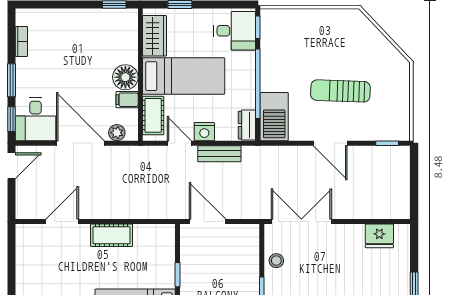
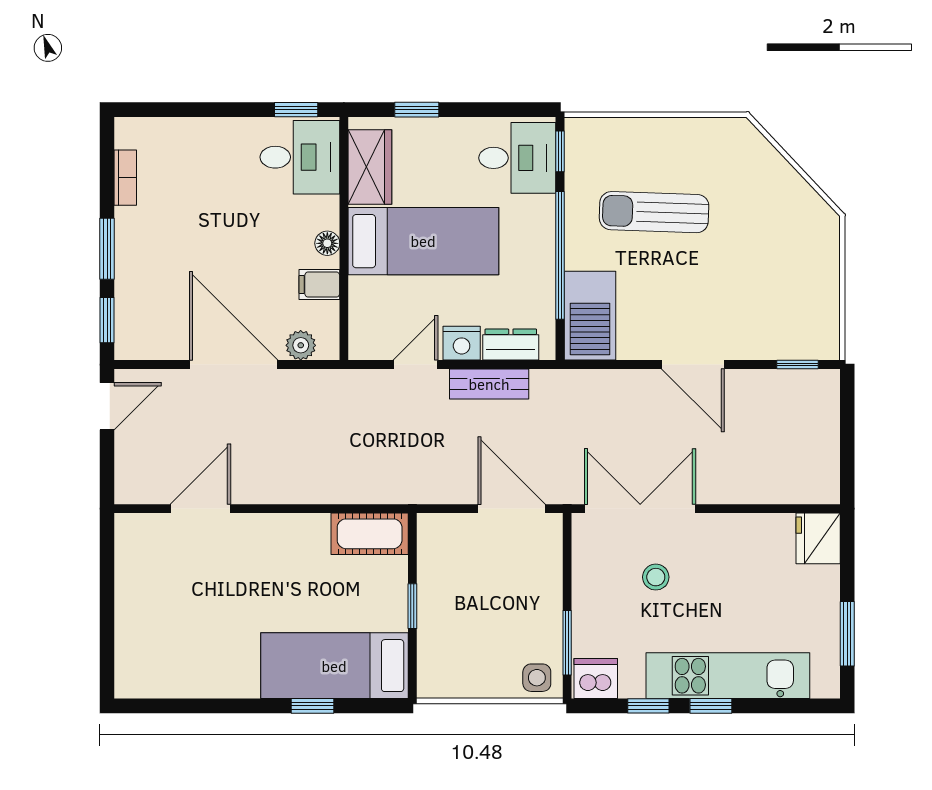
floor lamp: (125, 77) -> (327, 243), width x0.53, depth x0.53
sun lounger: (340, 91) -> (654, 212), moved
cot: (153, 115) -> (368, 313), removed
desk: (35, 119) -> (300, 157), moved, turned -90
dresser: (247, 125) -> (511, 345), moved, turned 90
door: (179, 143) -> (415, 365), hinge flipped
door: (208, 222) -> (512, 509), moved
cot: (112, 235) -> (370, 534), moved
fridge: (379, 236) -> (818, 538), moved, turned 90
stool: (276, 261) -> (656, 577), moved

